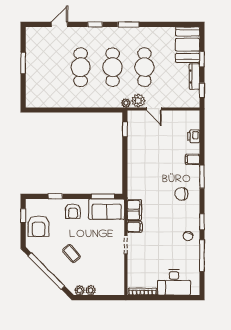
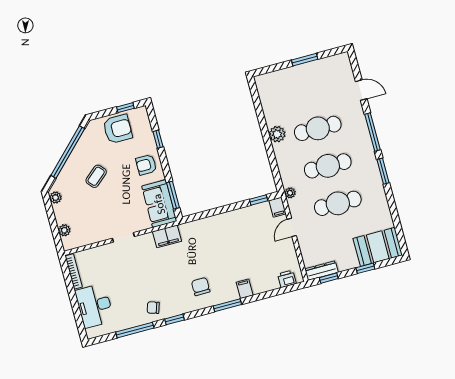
window: (95, 24) -> (373, 132), width x2.17
dresser: (194, 77) -> (321, 271), moved
plant: (138, 101) -> (277, 134), moved
printer: (194, 136) -> (287, 279), moved
armchair: (39, 226) -> (118, 129), turned 180
filing cabinet: (135, 227) -> (278, 207), moved
plant: (91, 290) -> (64, 230), moved

